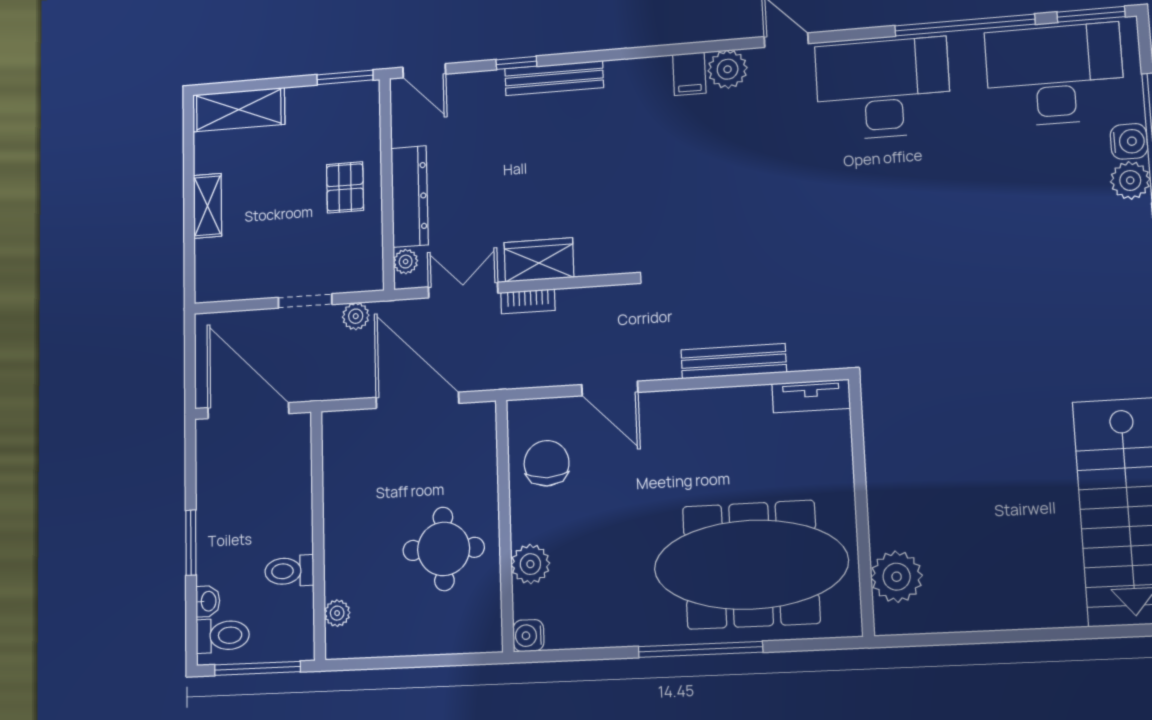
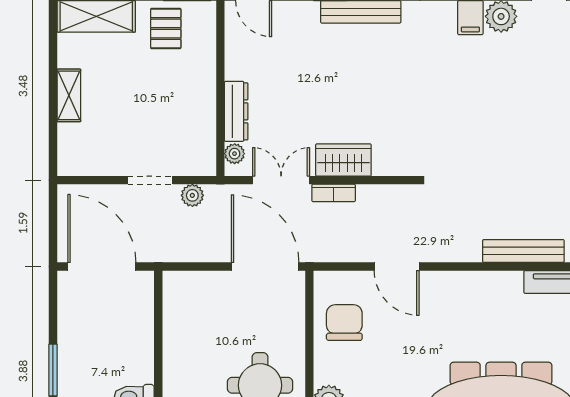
pallet: (345, 187) -> (166, 29), moved
dresser: (410, 196) -> (236, 111), width x0.73, depth x0.80
bench: (734, 361) -> (523, 251), moved
door: (417, 400) -> (265, 267), moved

